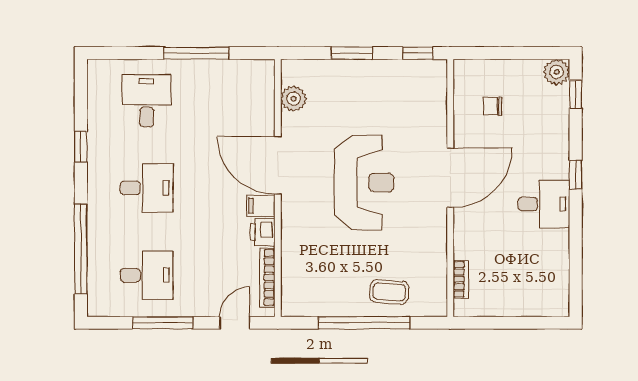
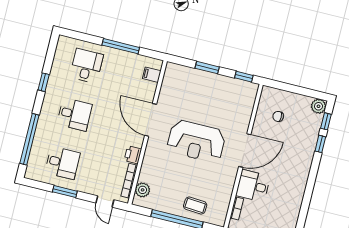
plant: (294, 99) -> (143, 190), moved
window: (576, 175) -> (320, 144), moved
reception desk: (364, 182) -> (196, 141), turned 90
desk: (544, 204) -> (253, 186), moved, turned 180
filing cabinet: (261, 206) -> (152, 75), moved
window: (163, 323) -> (65, 191), width x0.69
door: (235, 323) -> (105, 201), swing flipped

